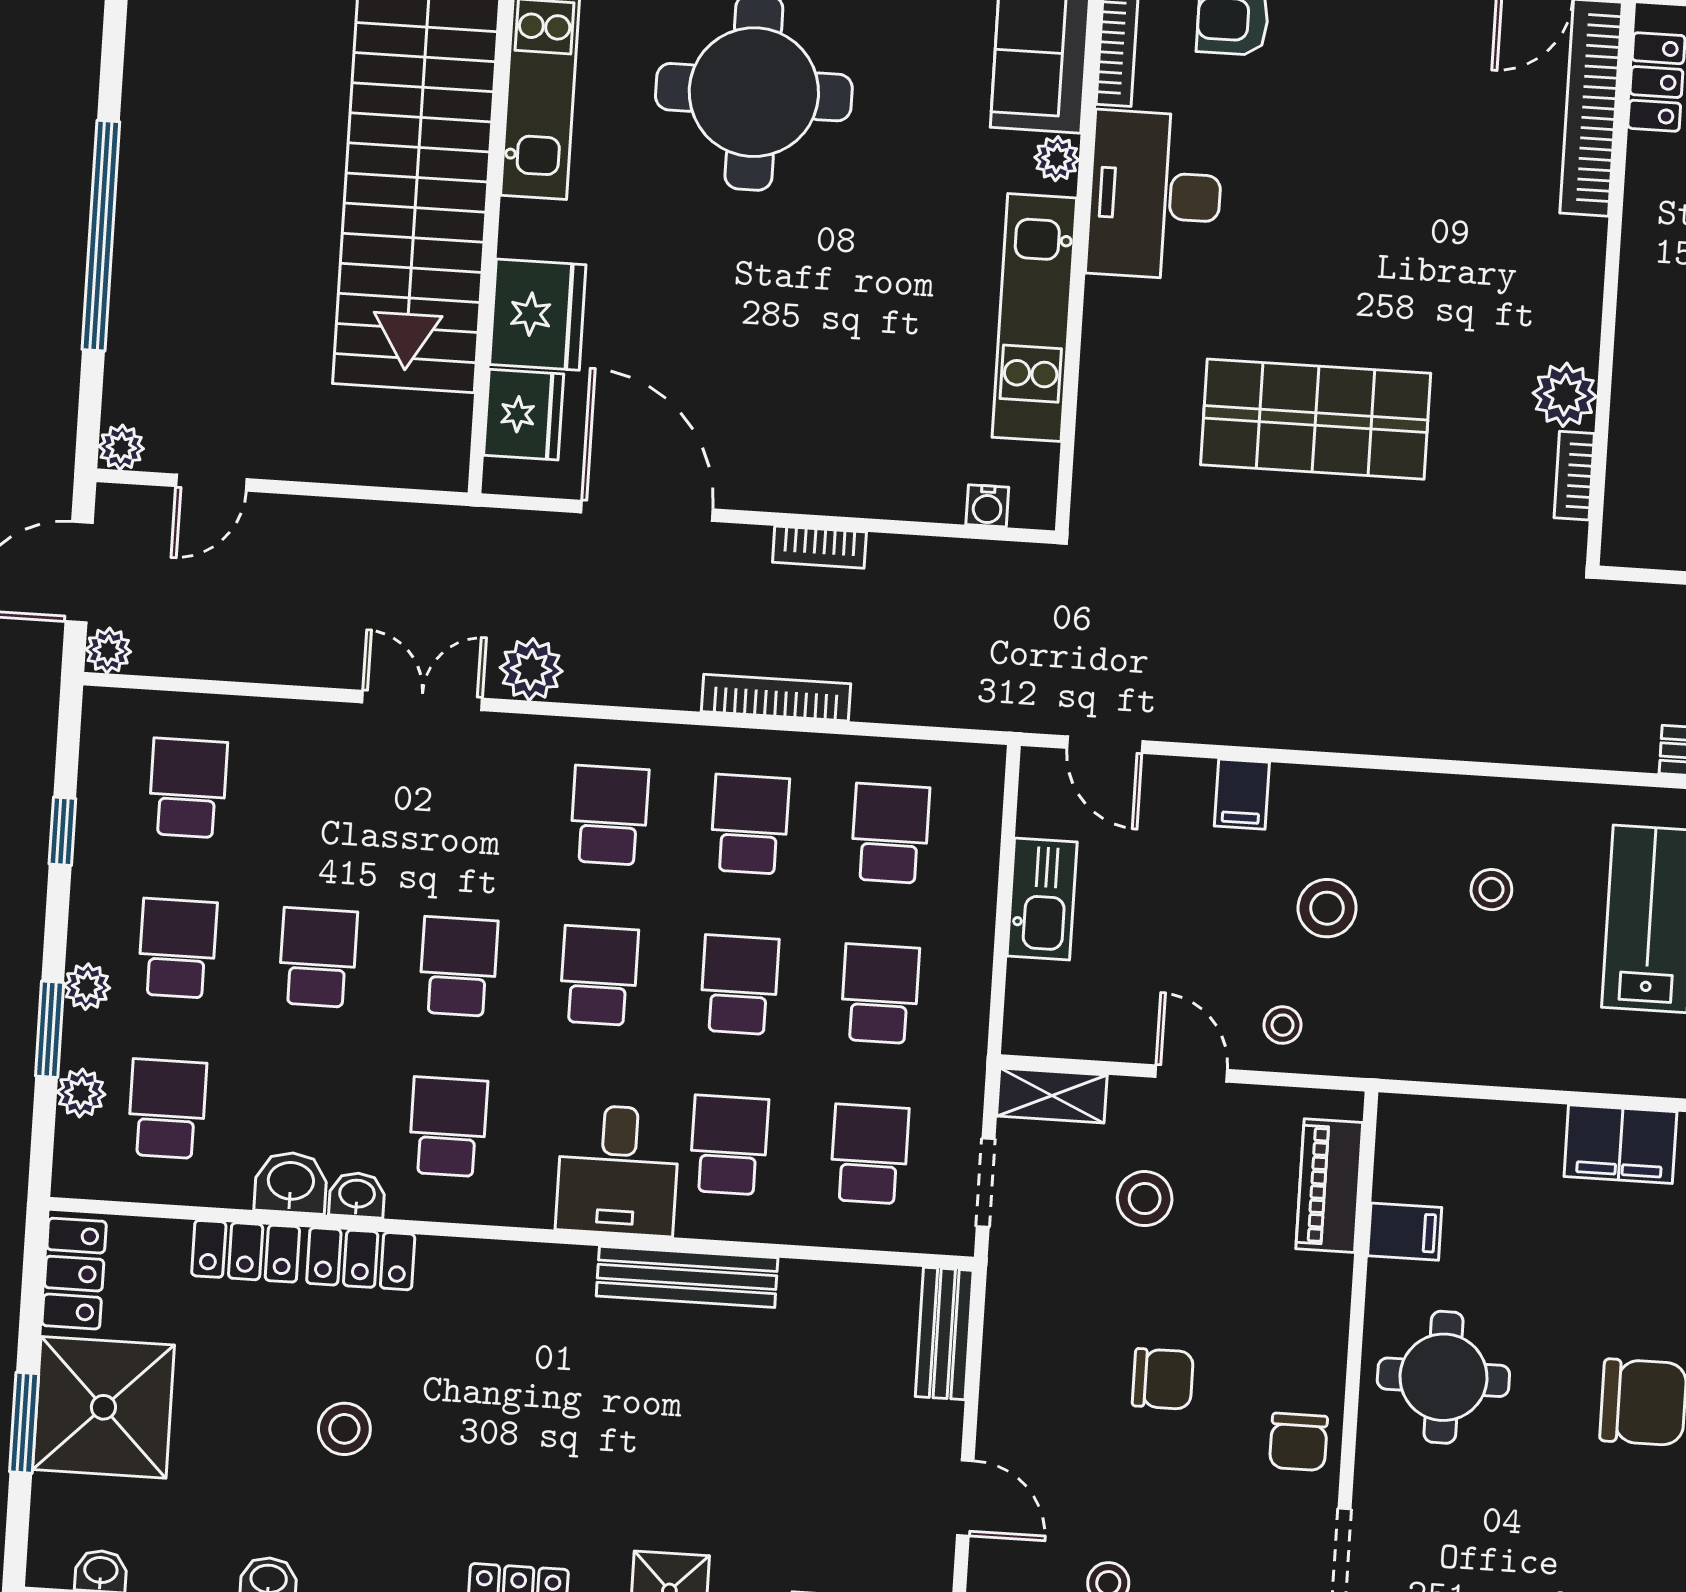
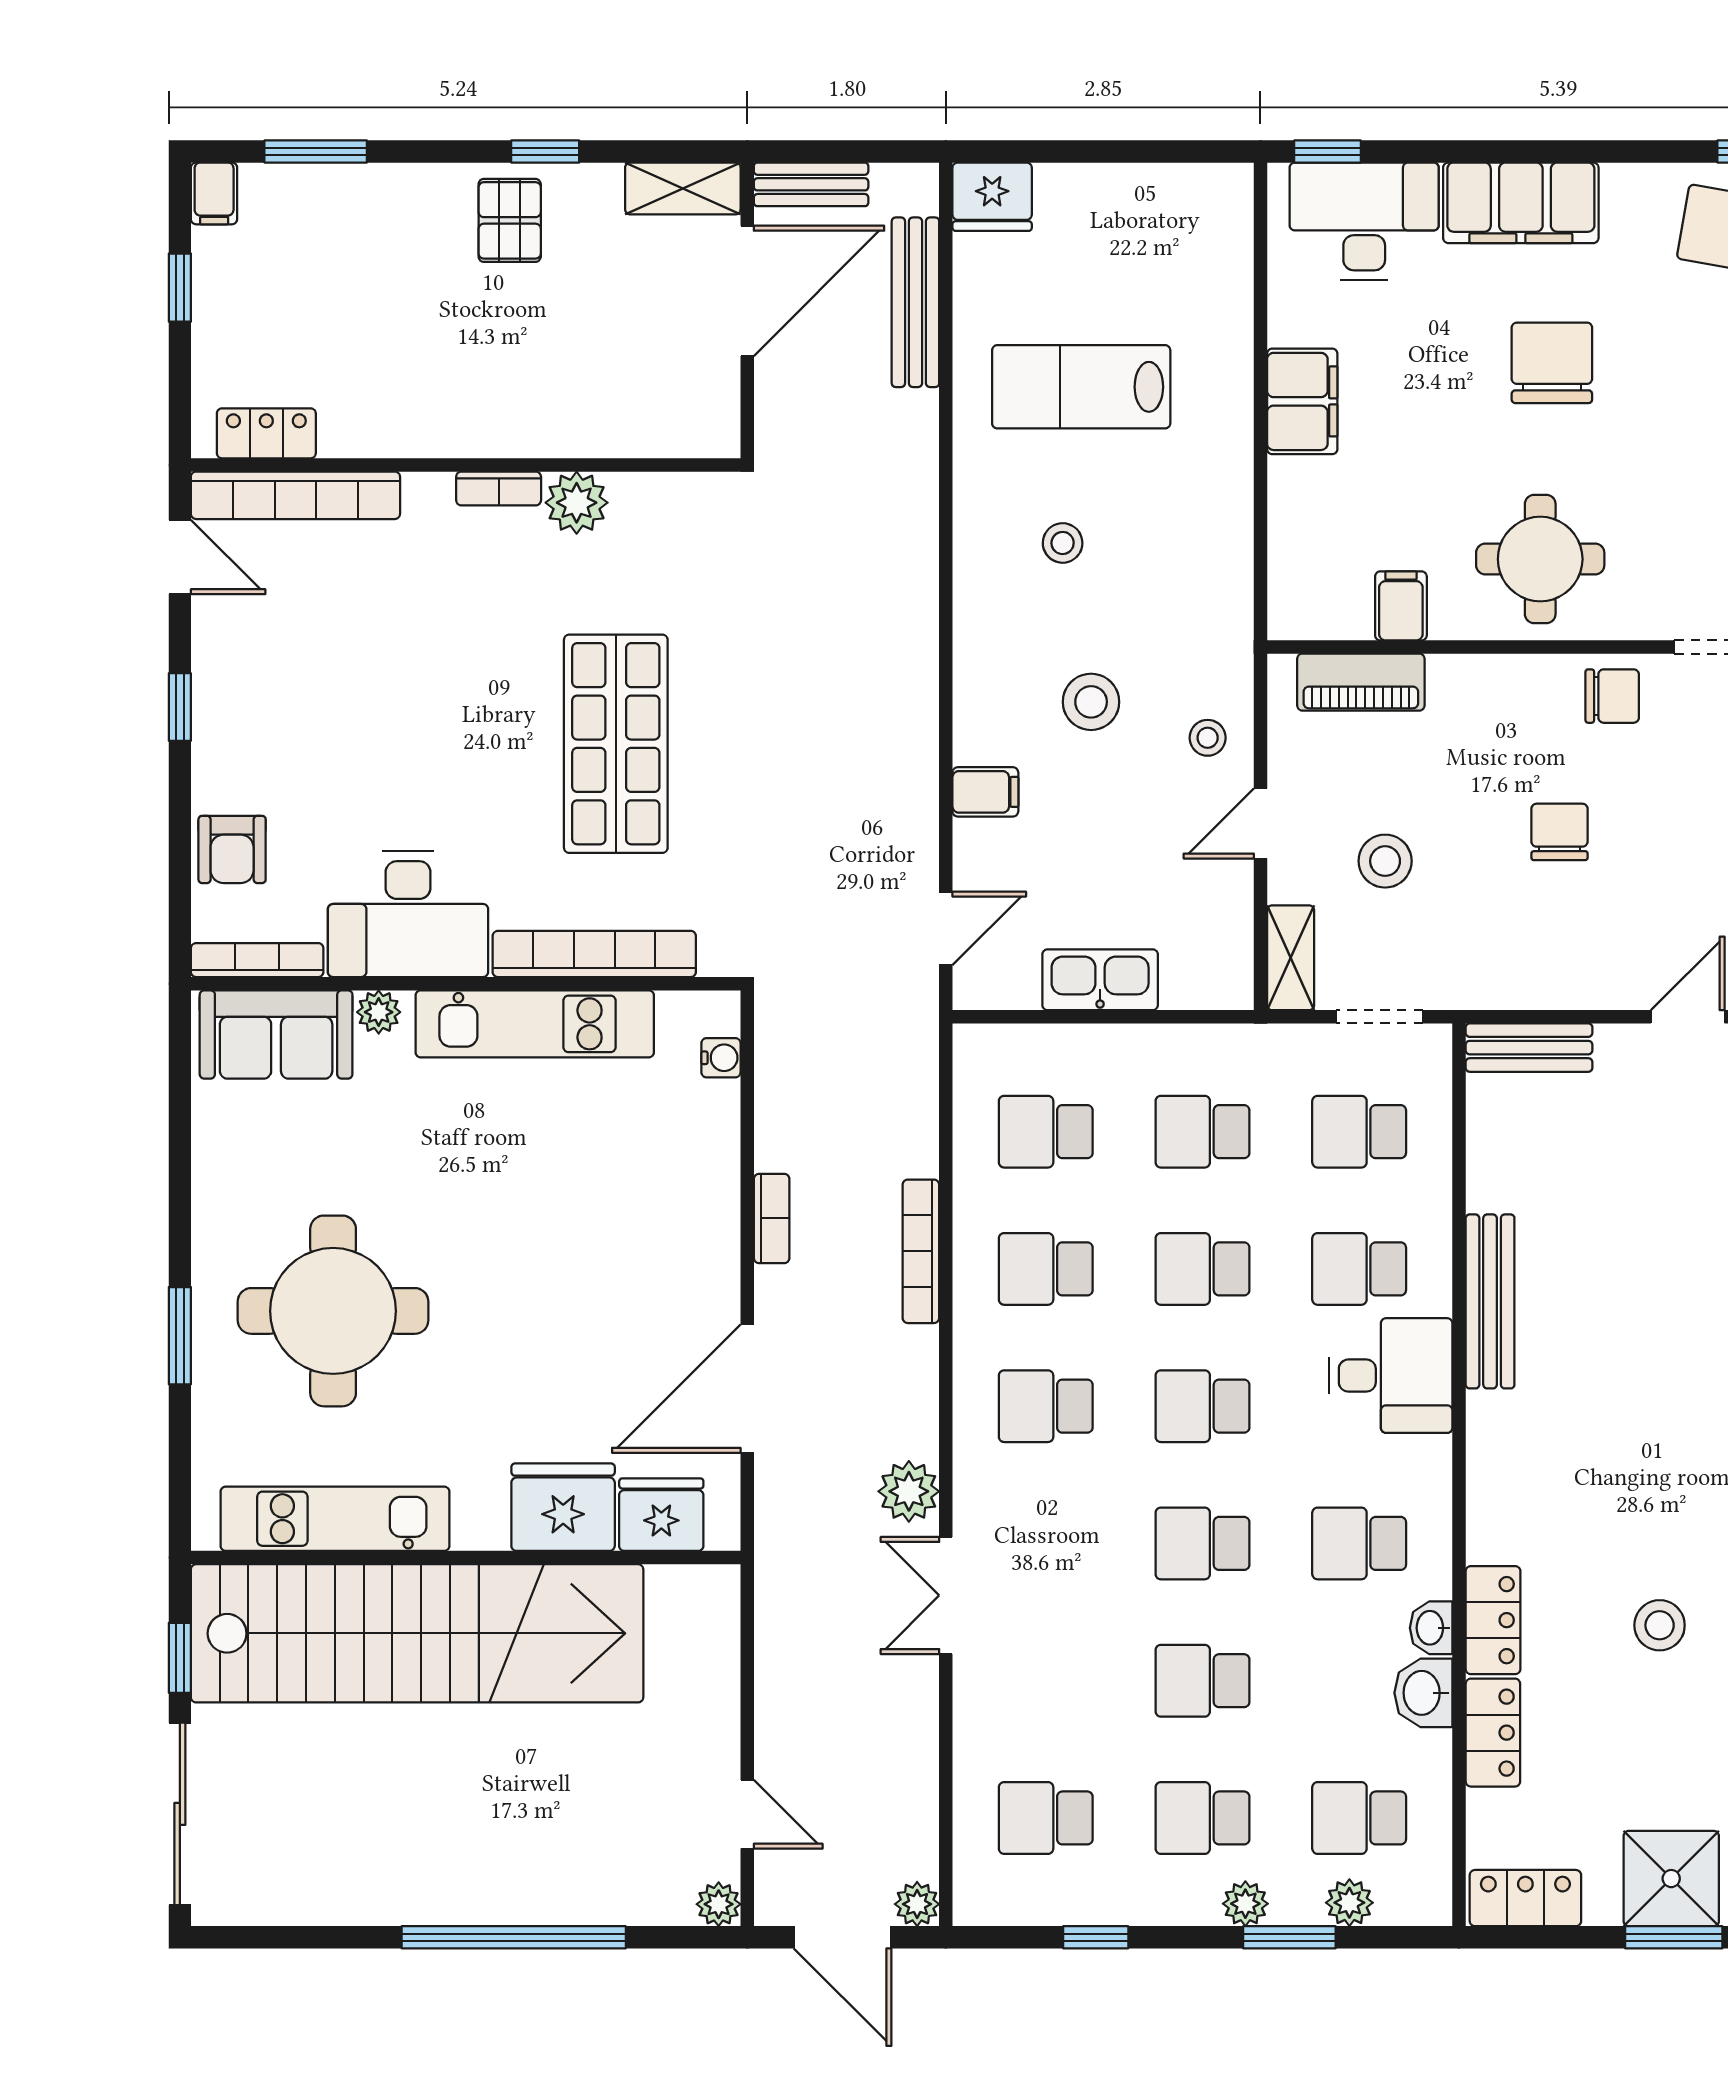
bookcase: (1102, 383) -> (594, 954), added
bookcase: (1574, 476) -> (499, 489), moved
shower: (103, 1407) -> (1671, 1879), width x0.73, depth x0.73

